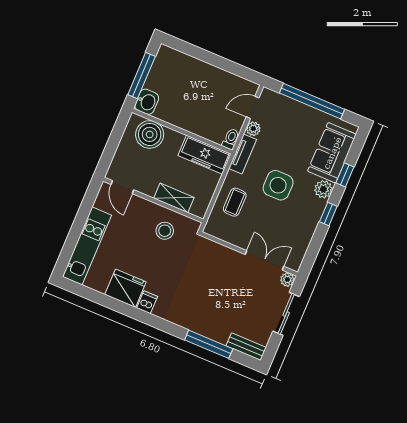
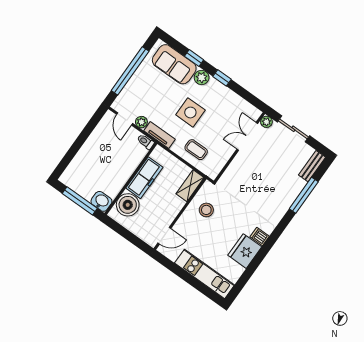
freezer: (205, 155) -> (144, 178), moved
shelving: (174, 198) -> (190, 186), moved

